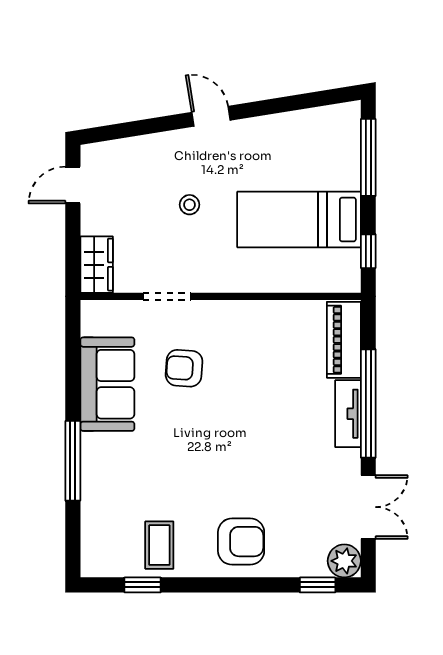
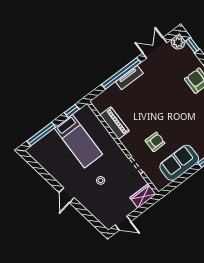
piano: (344, 340) -> (115, 123), moved, turned -90
armchair: (184, 368) -> (155, 142), turned -94

